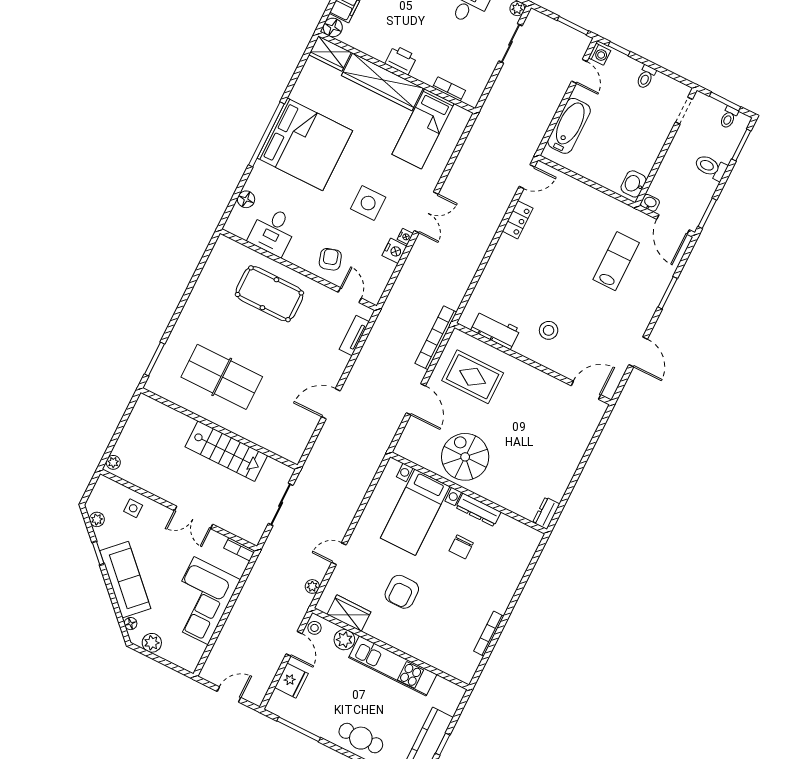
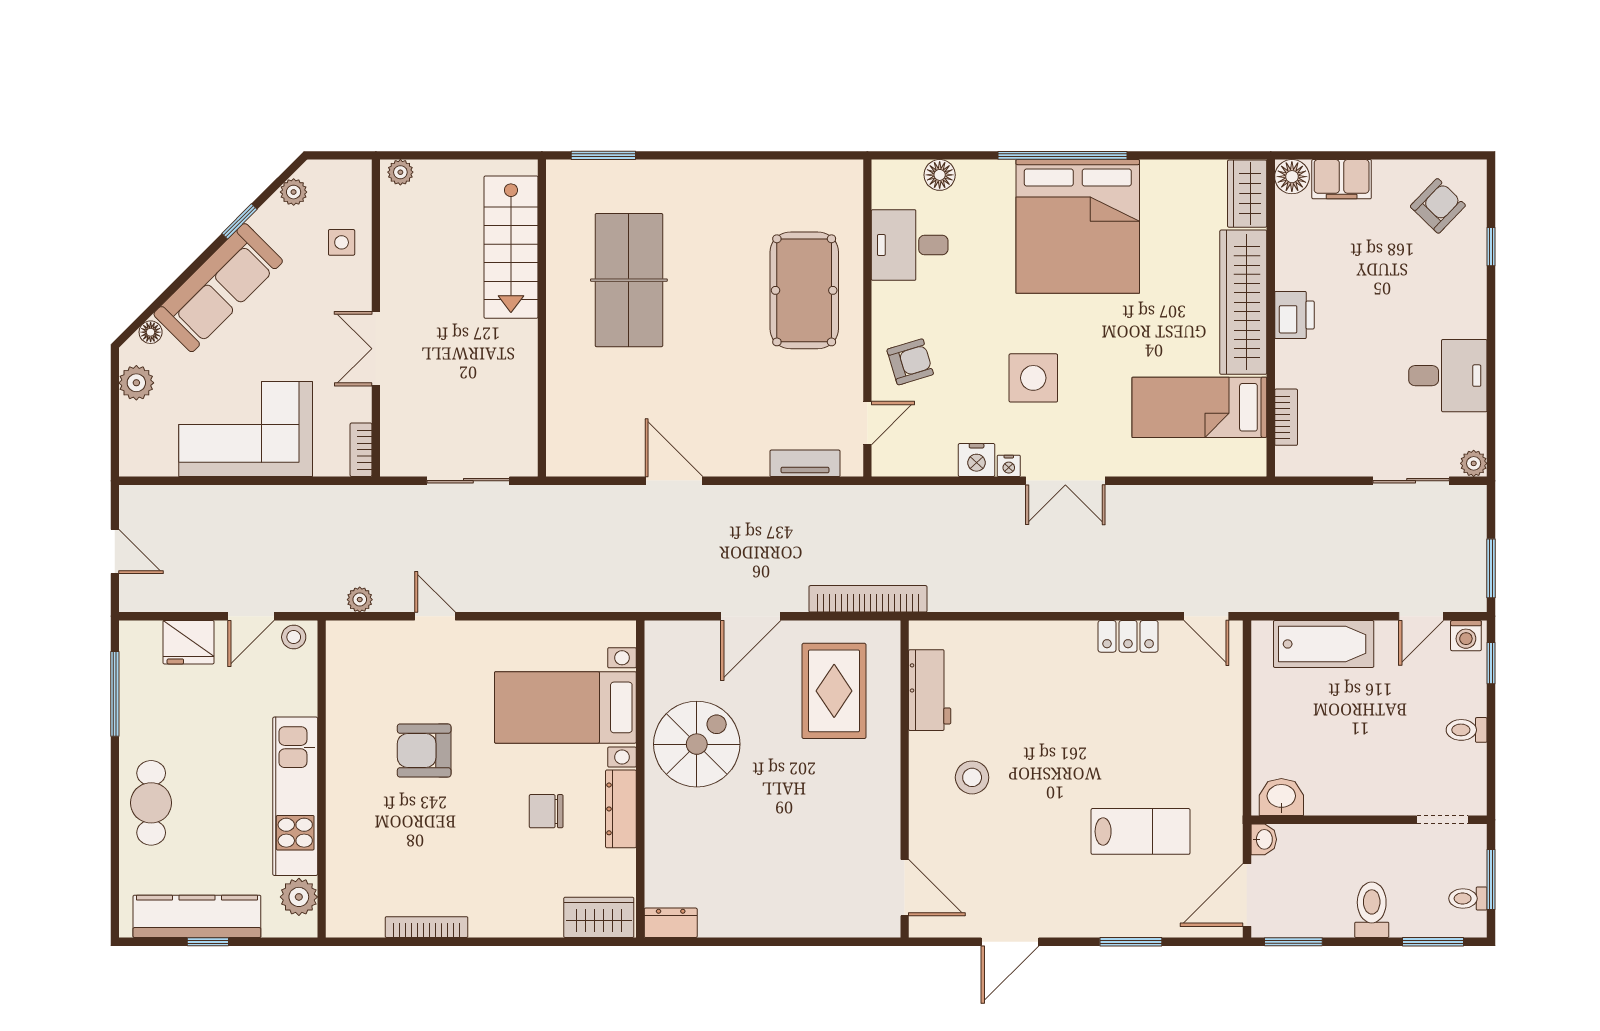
stairs: (226, 451) -> (511, 247), moved
wardrobe: (349, 613) -> (599, 917), moved, turned -90
plant: (344, 640) -> (299, 897), moved

